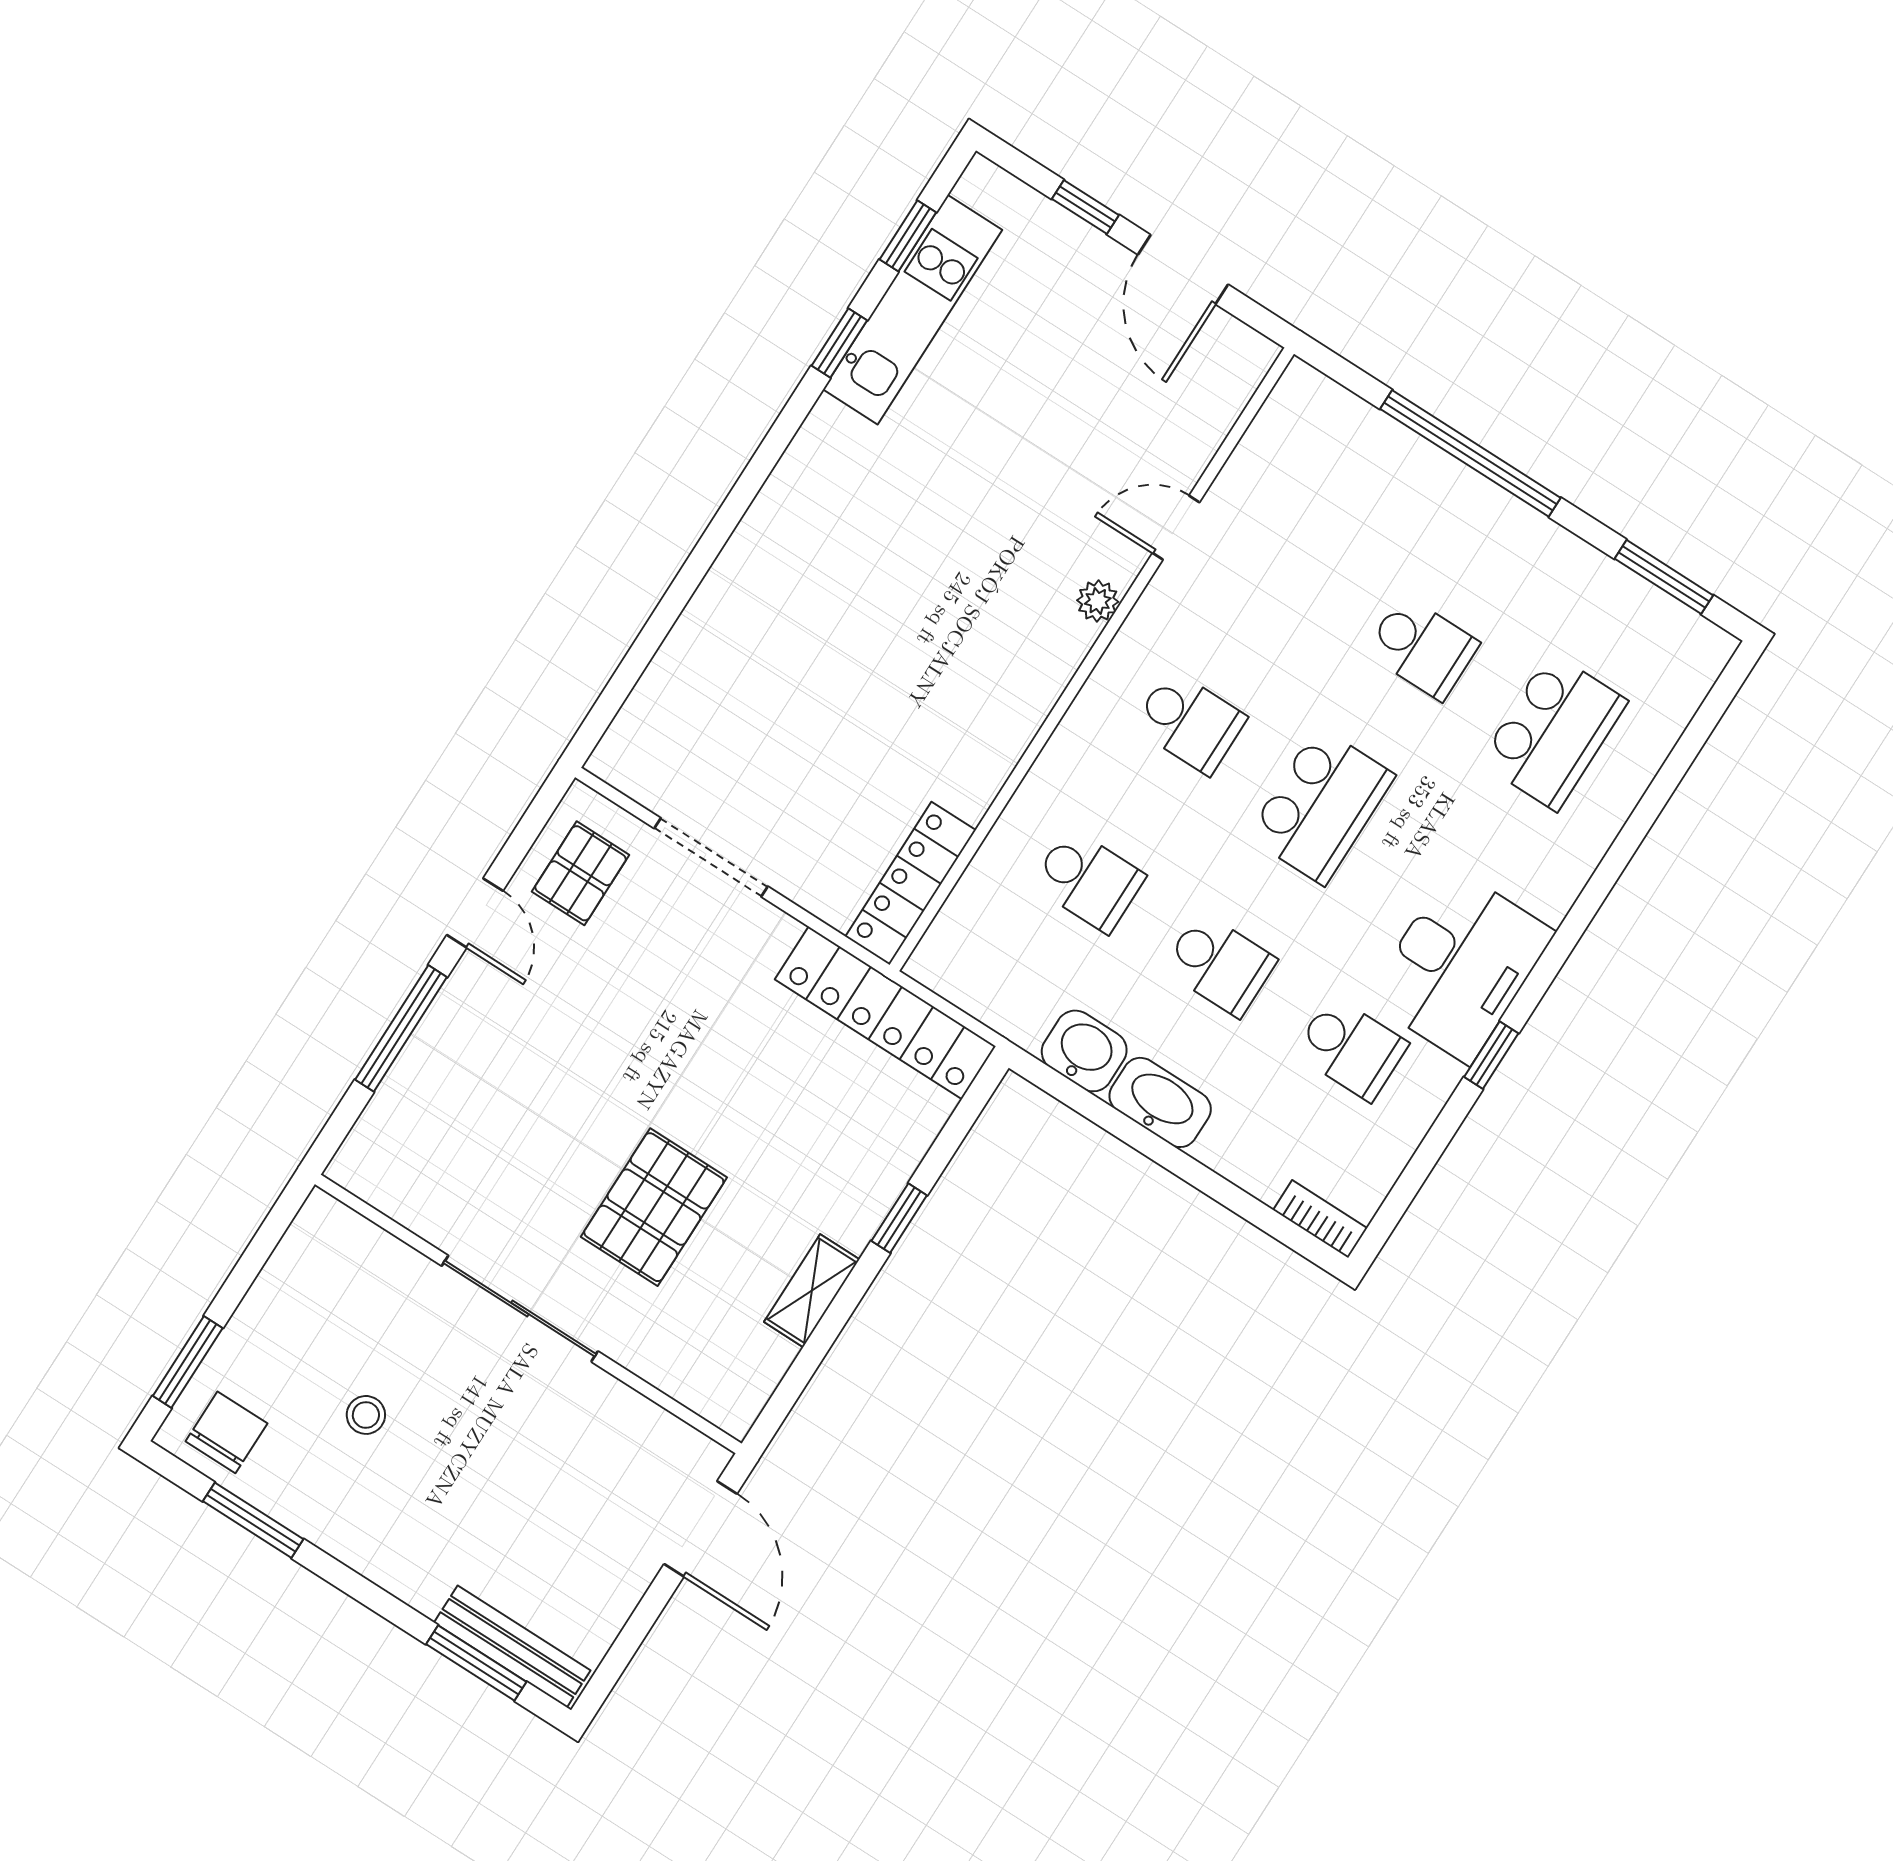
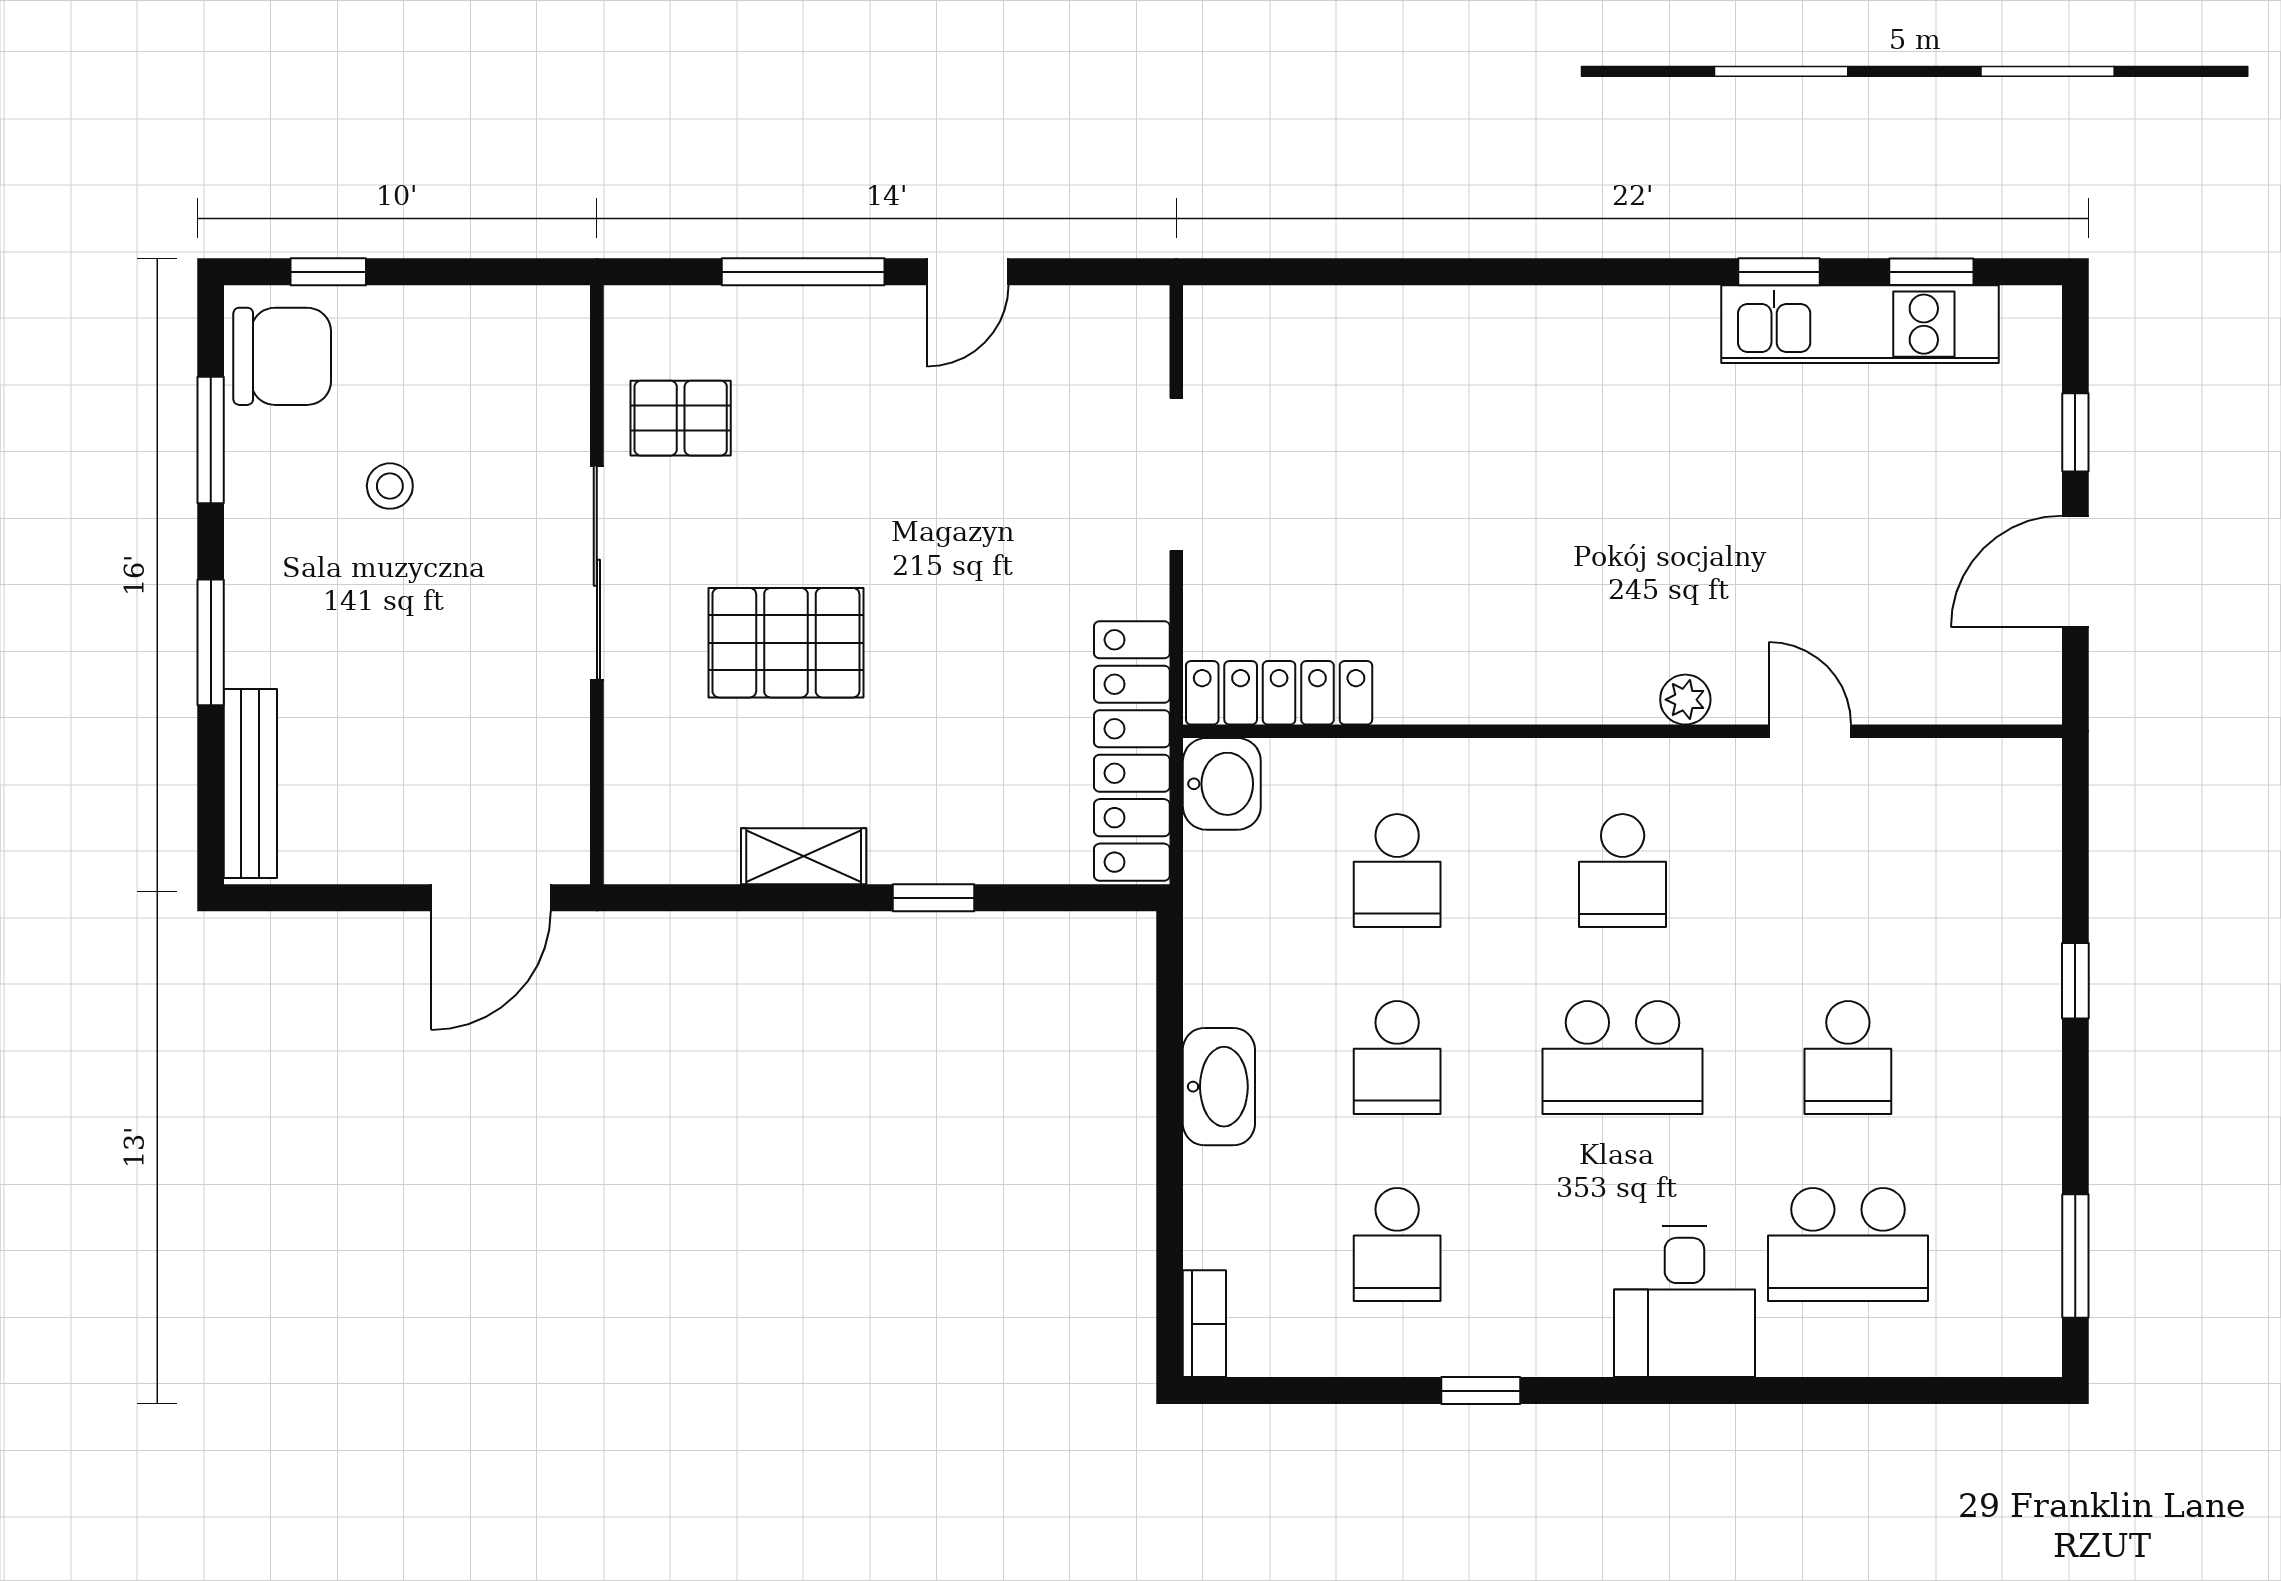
window: (1470, 453) -> (2075, 981), width x0.32
pallet: (581, 873) -> (681, 418), moved
desk: (1460, 965) -> (1684, 1301), moved, width x0.73
washbasin: (1084, 1051) -> (1222, 784), moved
window: (188, 1362) -> (328, 272), width x0.67
chair: (226, 1432) -> (282, 356), width x1.37, depth x1.37
window: (476, 1663) -> (211, 642), moved

